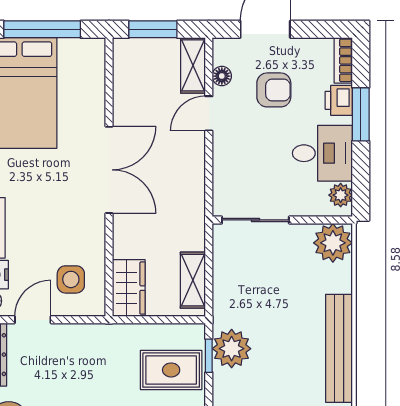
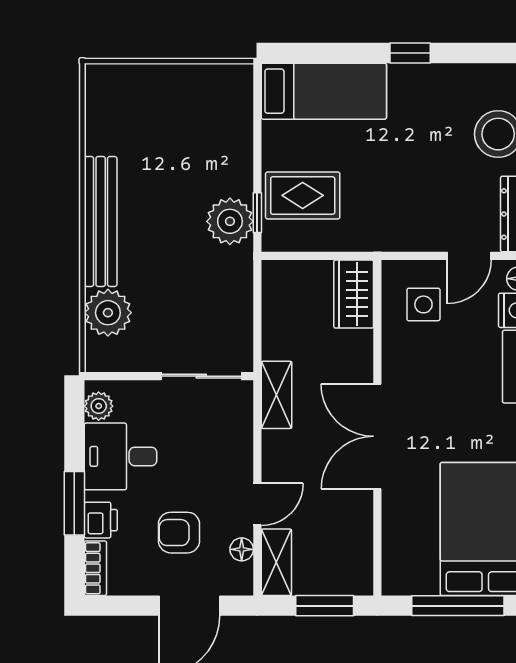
plant: (333, 243) -> (108, 313), moved
shelving: (193, 280) -> (276, 395), moved

